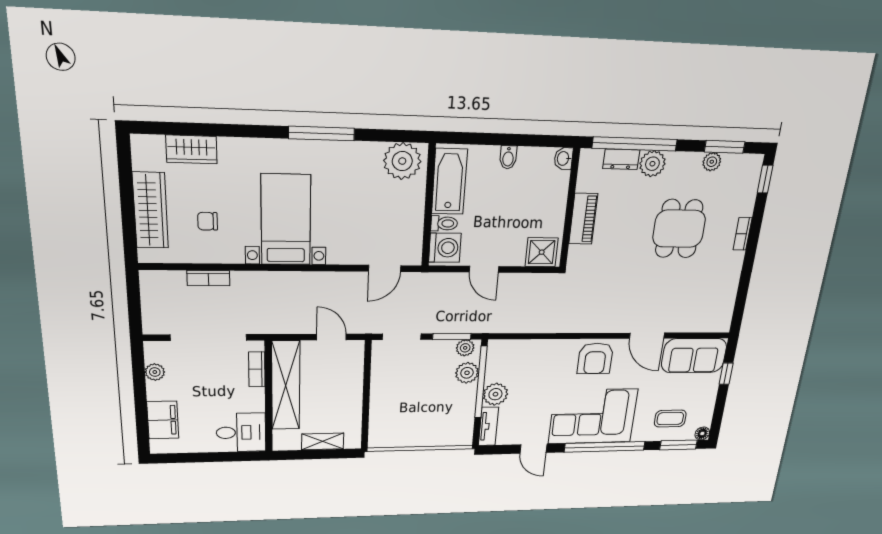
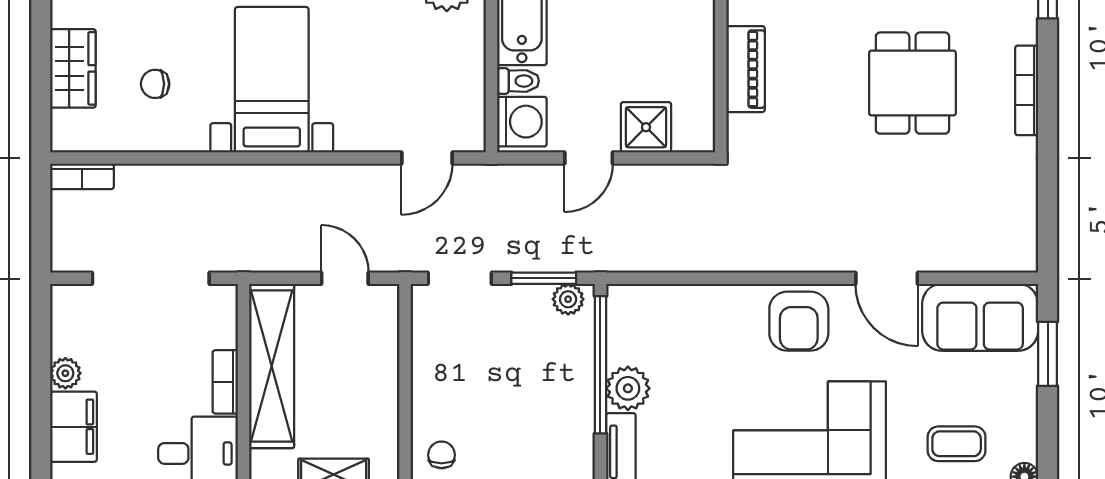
wardrobe: (150, 210) -> (73, 68), width x0.67
bookcase: (742, 234) -> (1027, 90), width x1.56
shower: (542, 252) -> (646, 127), moved
door: (484, 269) -> (589, 158), hinge flipped
bookcase: (208, 278) -> (82, 176), moved
bookcase: (257, 369) -> (225, 382), moved
plant: (155, 372) -> (65, 373), moved
plant: (467, 373) -> (575, 346), removed
window: (726, 374) -> (1048, 354), width x1.50
chair: (386, 430) -> (442, 455), added

